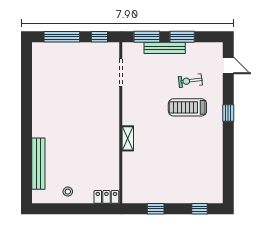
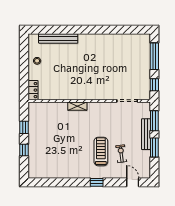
door: (228, 66) -> (133, 182), swing flipped
window: (200, 209) -> (24, 150), moved

